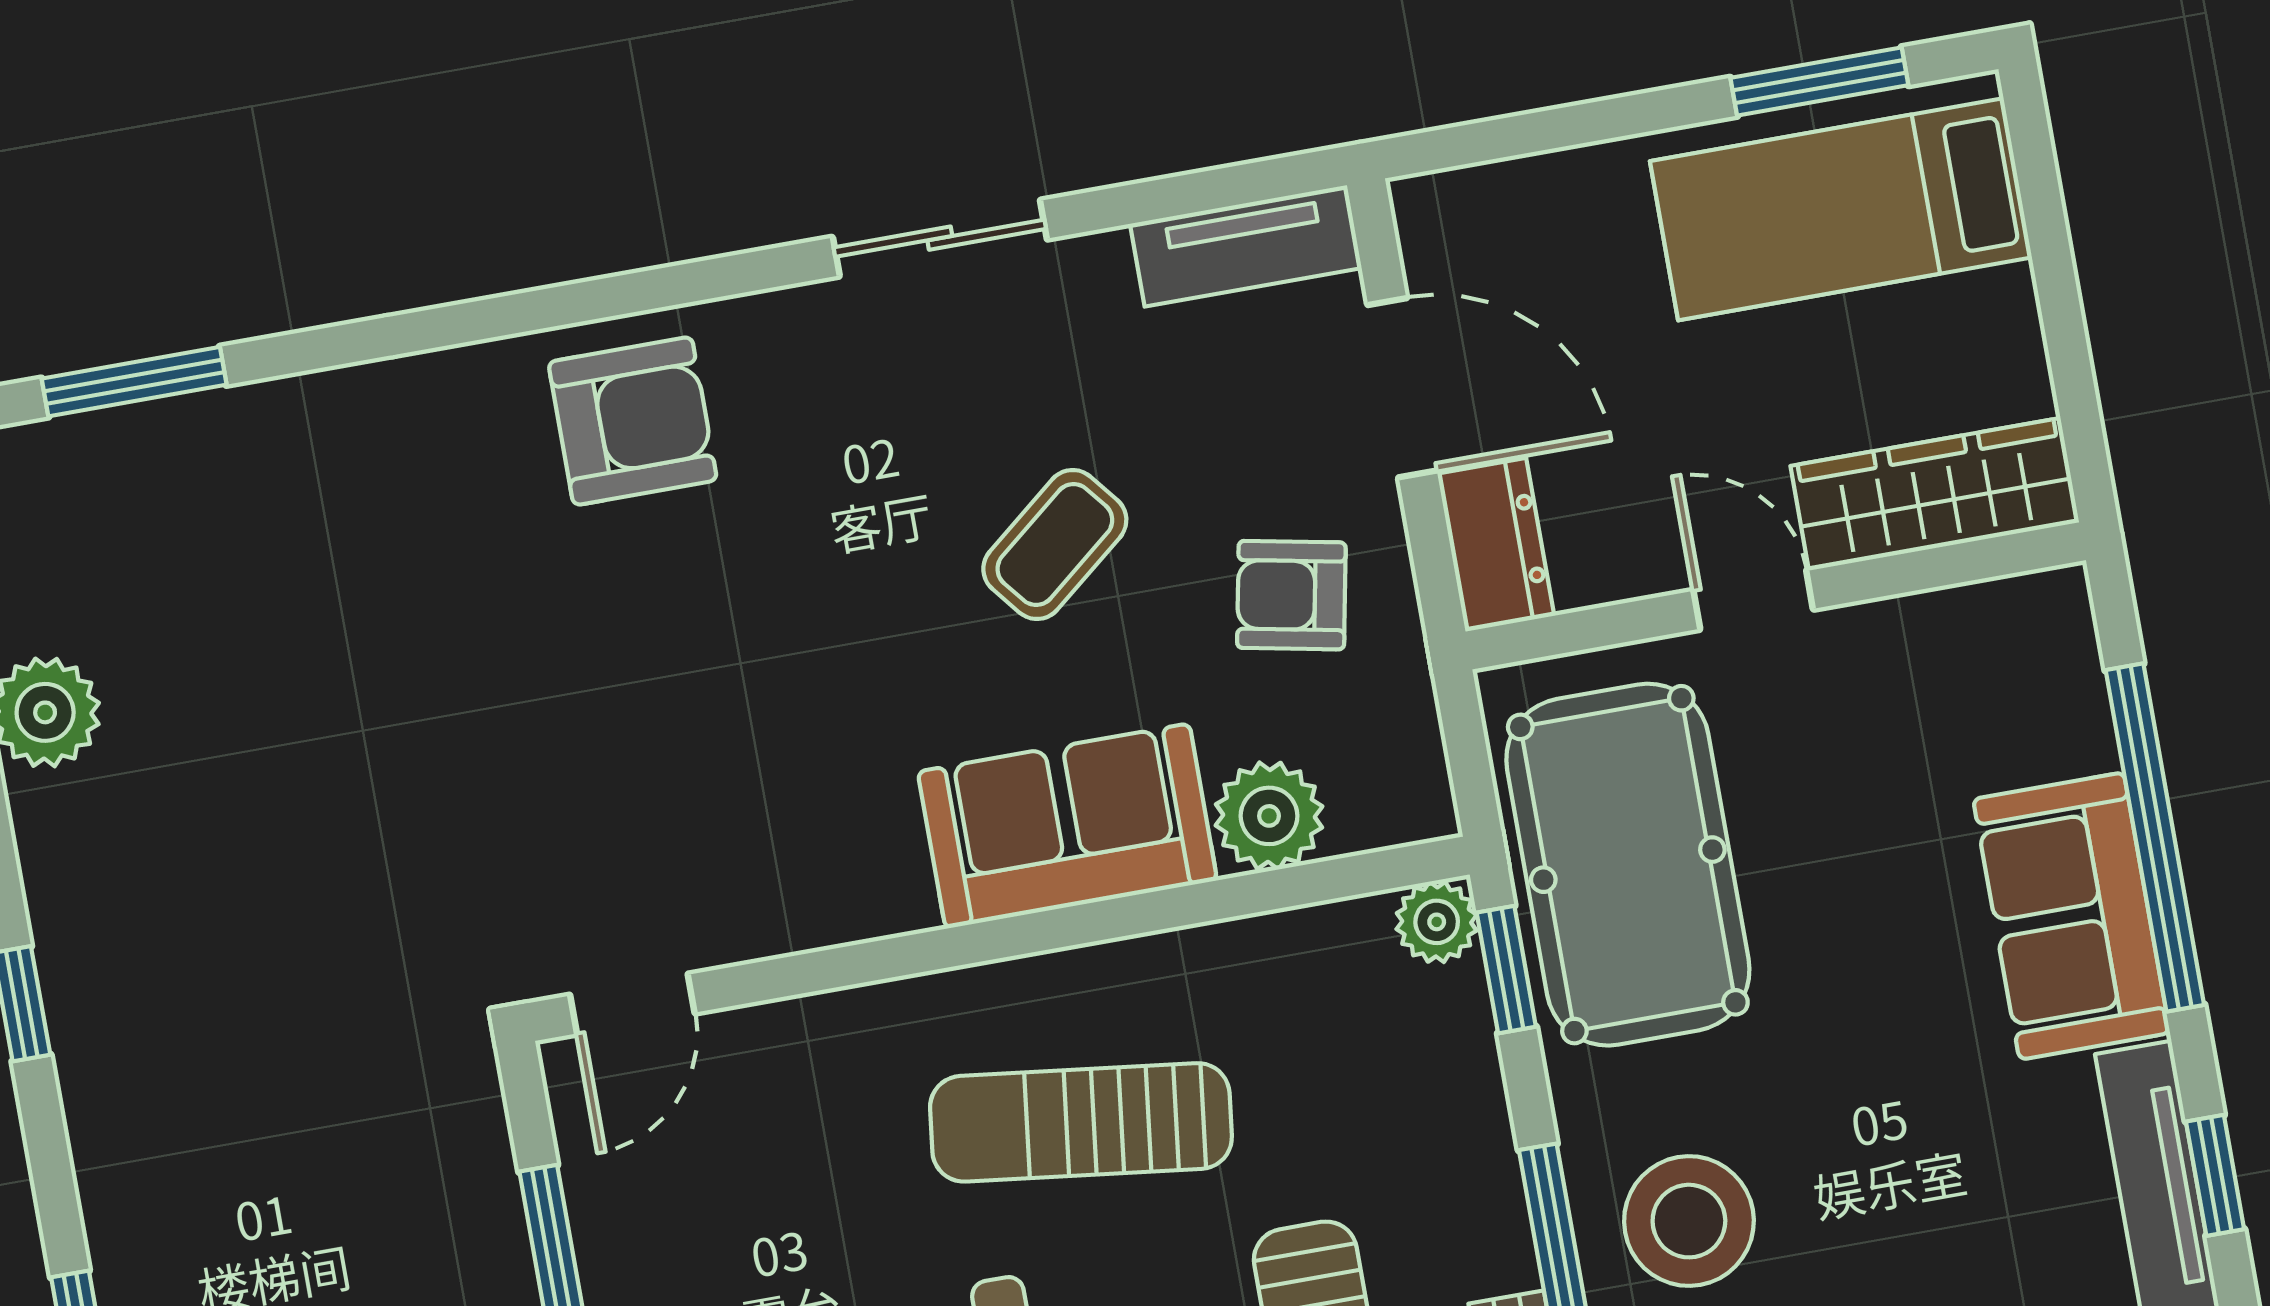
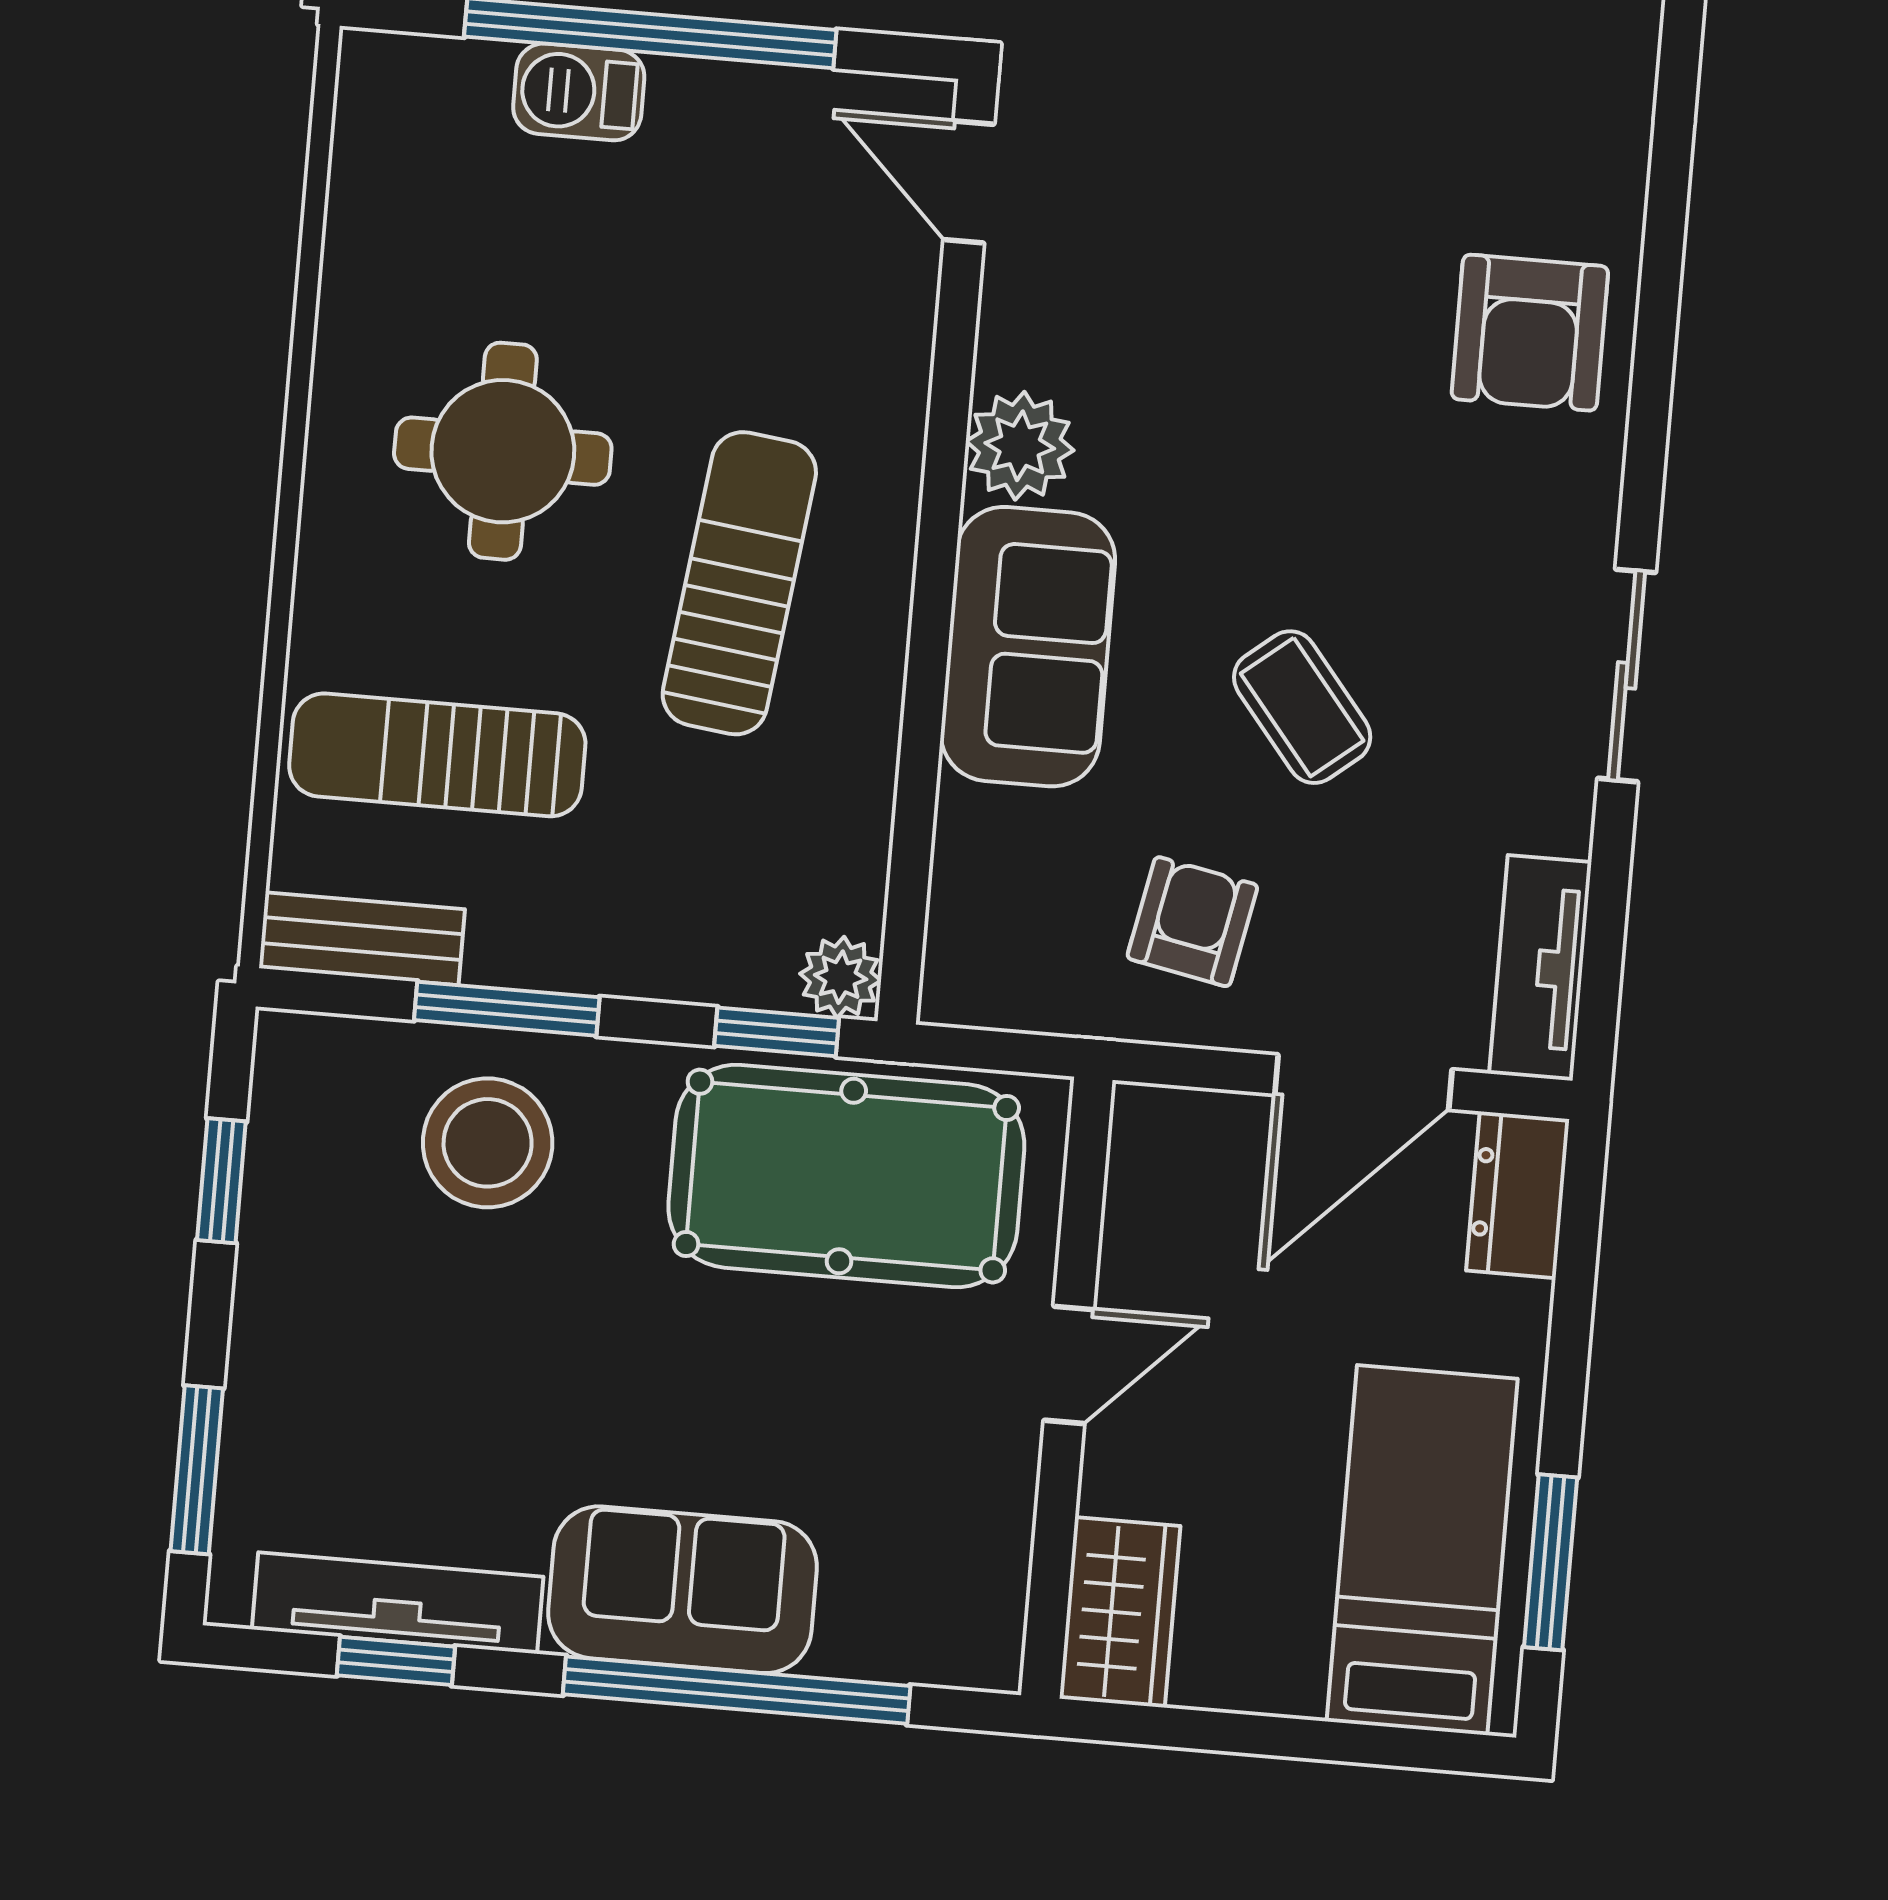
wardrobe: (1935, 494) -> (1120, 1612), width x0.67
dresser: (1496, 545) -> (1518, 1195), moved, turned 90
plant: (1269, 816) -> (1020, 446), moved

